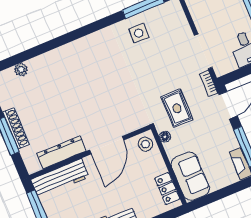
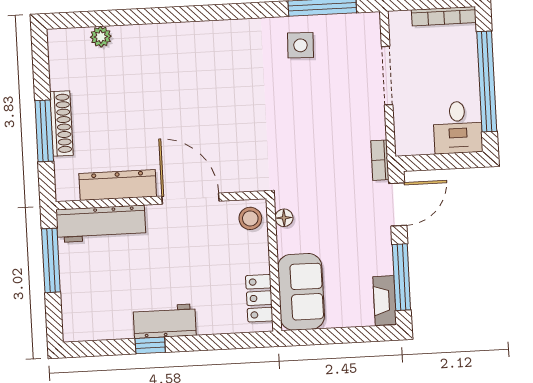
doorway: (203, 51) -> (387, 76), moved
rug: (177, 108) -> (318, 181), removed
door: (107, 145) -> (191, 199), swing flipped

